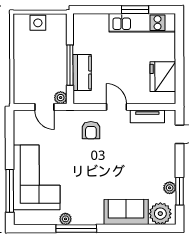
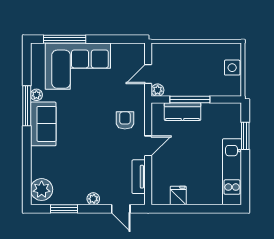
window: (135, 10) -> (245, 136), moved
fridge: (163, 77) -> (178, 195), width x0.53, depth x0.75
armchair: (91, 130) -> (125, 120), turned 90
plant: (170, 188) -> (93, 199), moved
sofa: (126, 212) -> (43, 124), moved

